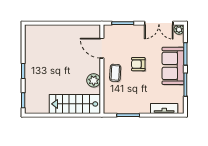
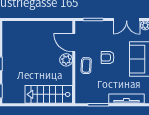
plant: (94, 80) -> (66, 60), moved
tv unit: (164, 108) -> (126, 99), width x1.41

